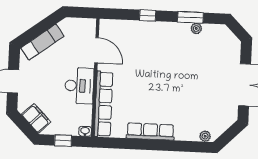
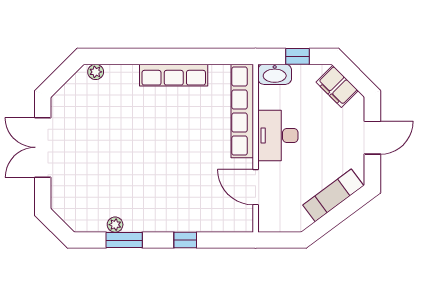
washbasin: (85, 131) -> (275, 74), width x1.91, depth x1.45

